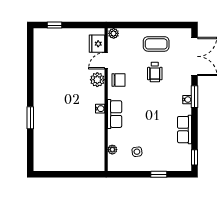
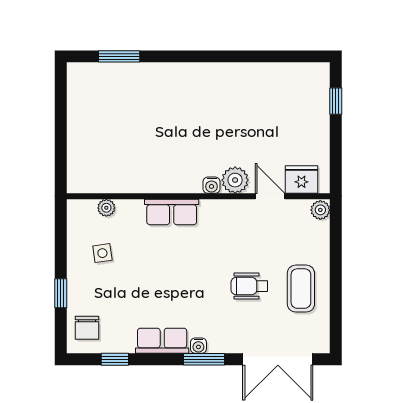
chair: (118, 80) -> (87, 328), moved
water cooler: (100, 109) -> (212, 185), moved
window: (30, 118) -> (119, 56), moved
row of seats: (185, 130) -> (162, 341), moved
window: (195, 157) -> (115, 359), moved

